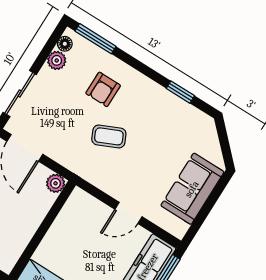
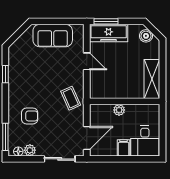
coffee table: (109, 136) -> (71, 98), moved
plant: (56, 183) -> (119, 110), moved

